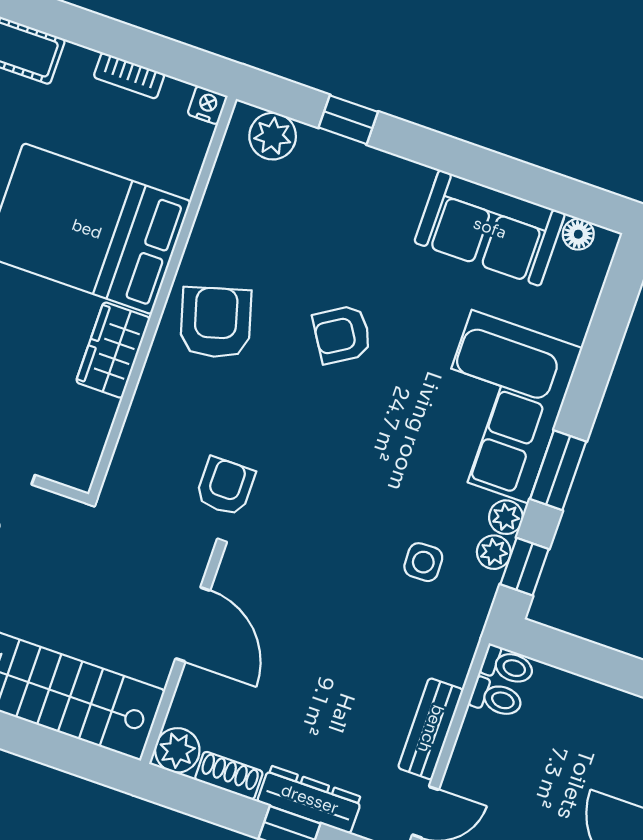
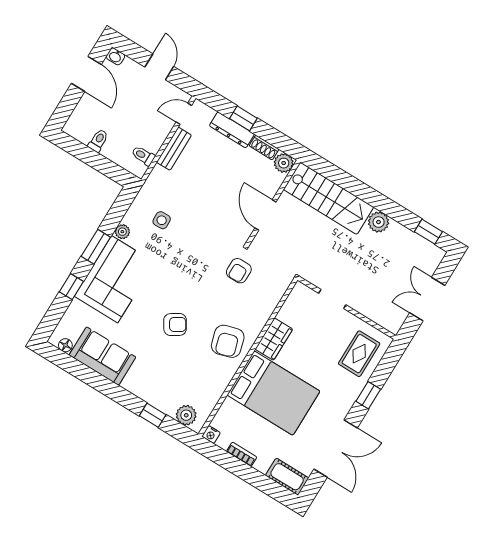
plant: (494, 552) -> (131, 218), removed
window: (525, 567) -> (71, 287), moved
toilet: (508, 666) -> (98, 141), moved, turned 90

